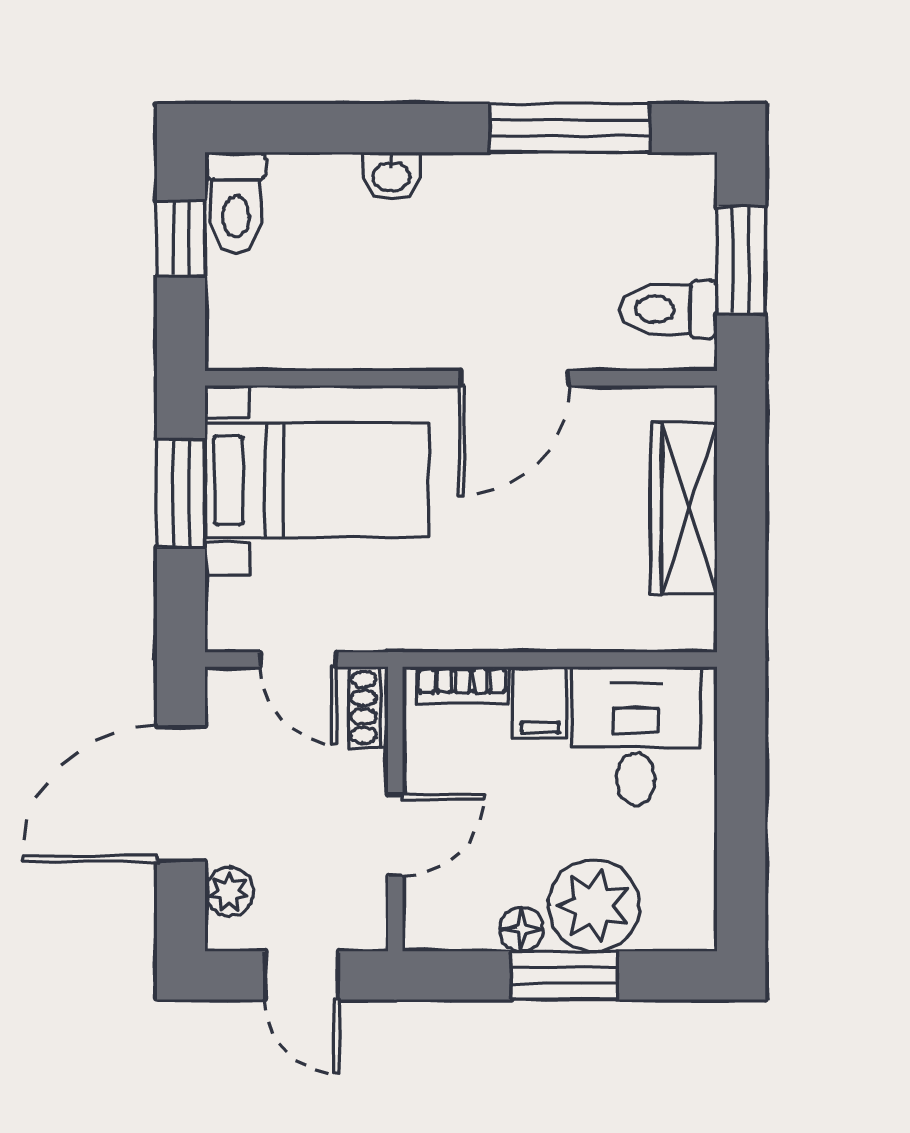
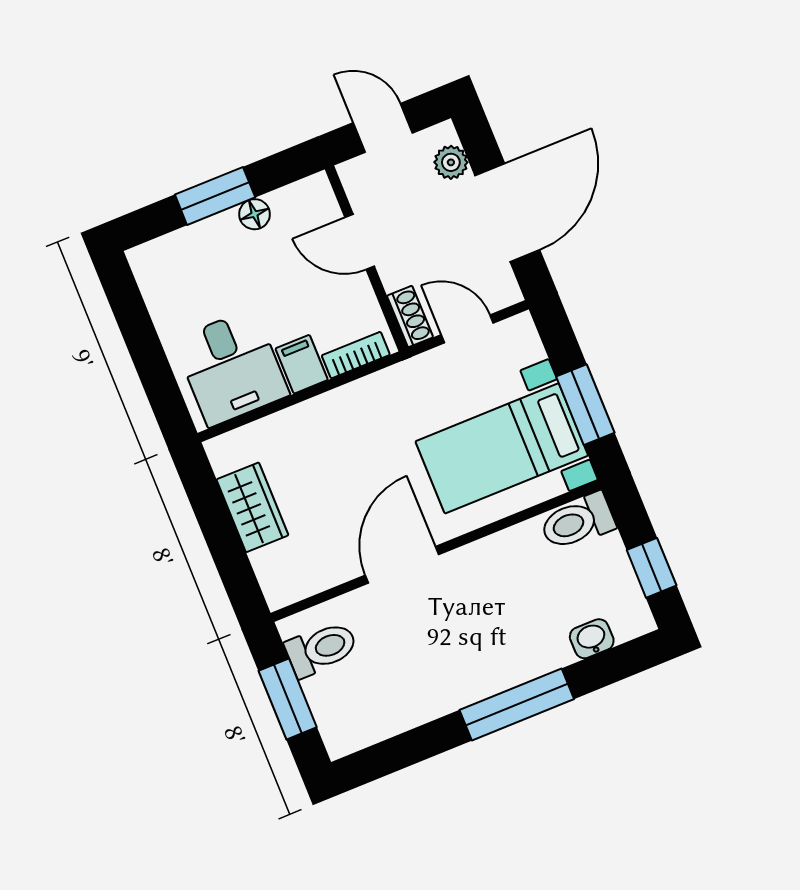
window: (570, 128) -> (517, 705), moved
washbasin: (391, 176) -> (592, 639), moved
toilet: (236, 202) -> (578, 522), moved, turned -90
wardrobe: (684, 508) -> (252, 507), width x0.67
door: (395, 835) -> (360, 242), hinge flipped
plant: (594, 906) -> (214, 248), removed

